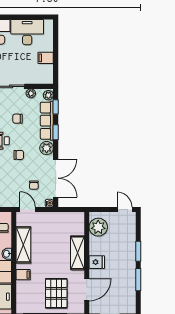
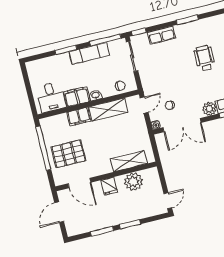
chair: (19, 155) -> (196, 83), removed
plant: (98, 227) -> (134, 182), moved
shelving: (78, 253) -> (129, 161), moved
filing cabinet: (23, 275) -> (79, 117), width x2.00

